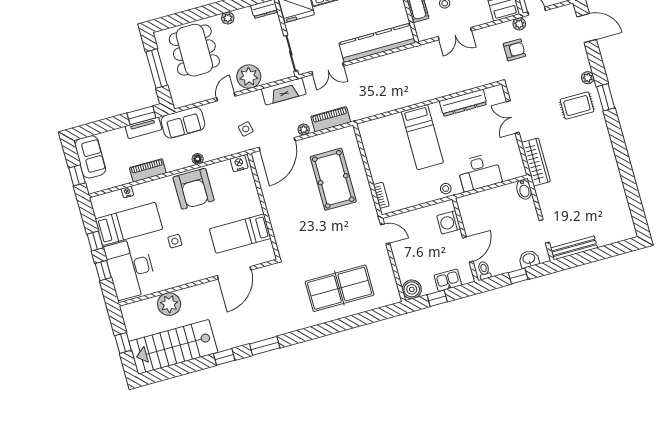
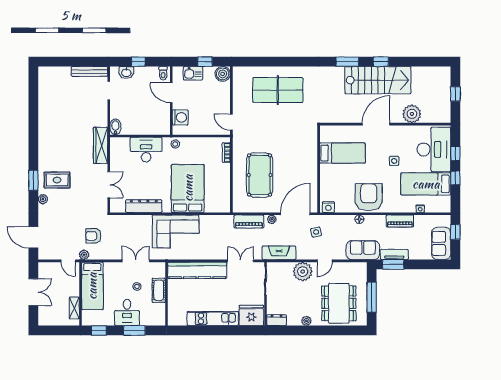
corner sofa: (416, 83) -> (176, 232), added
bed: (422, 137) -> (188, 188), width x1.50
door: (468, 250) -> (171, 93), hinge flipped
door: (234, 273) -> (376, 124), moved
stairs: (173, 347) -> (378, 80), moved

